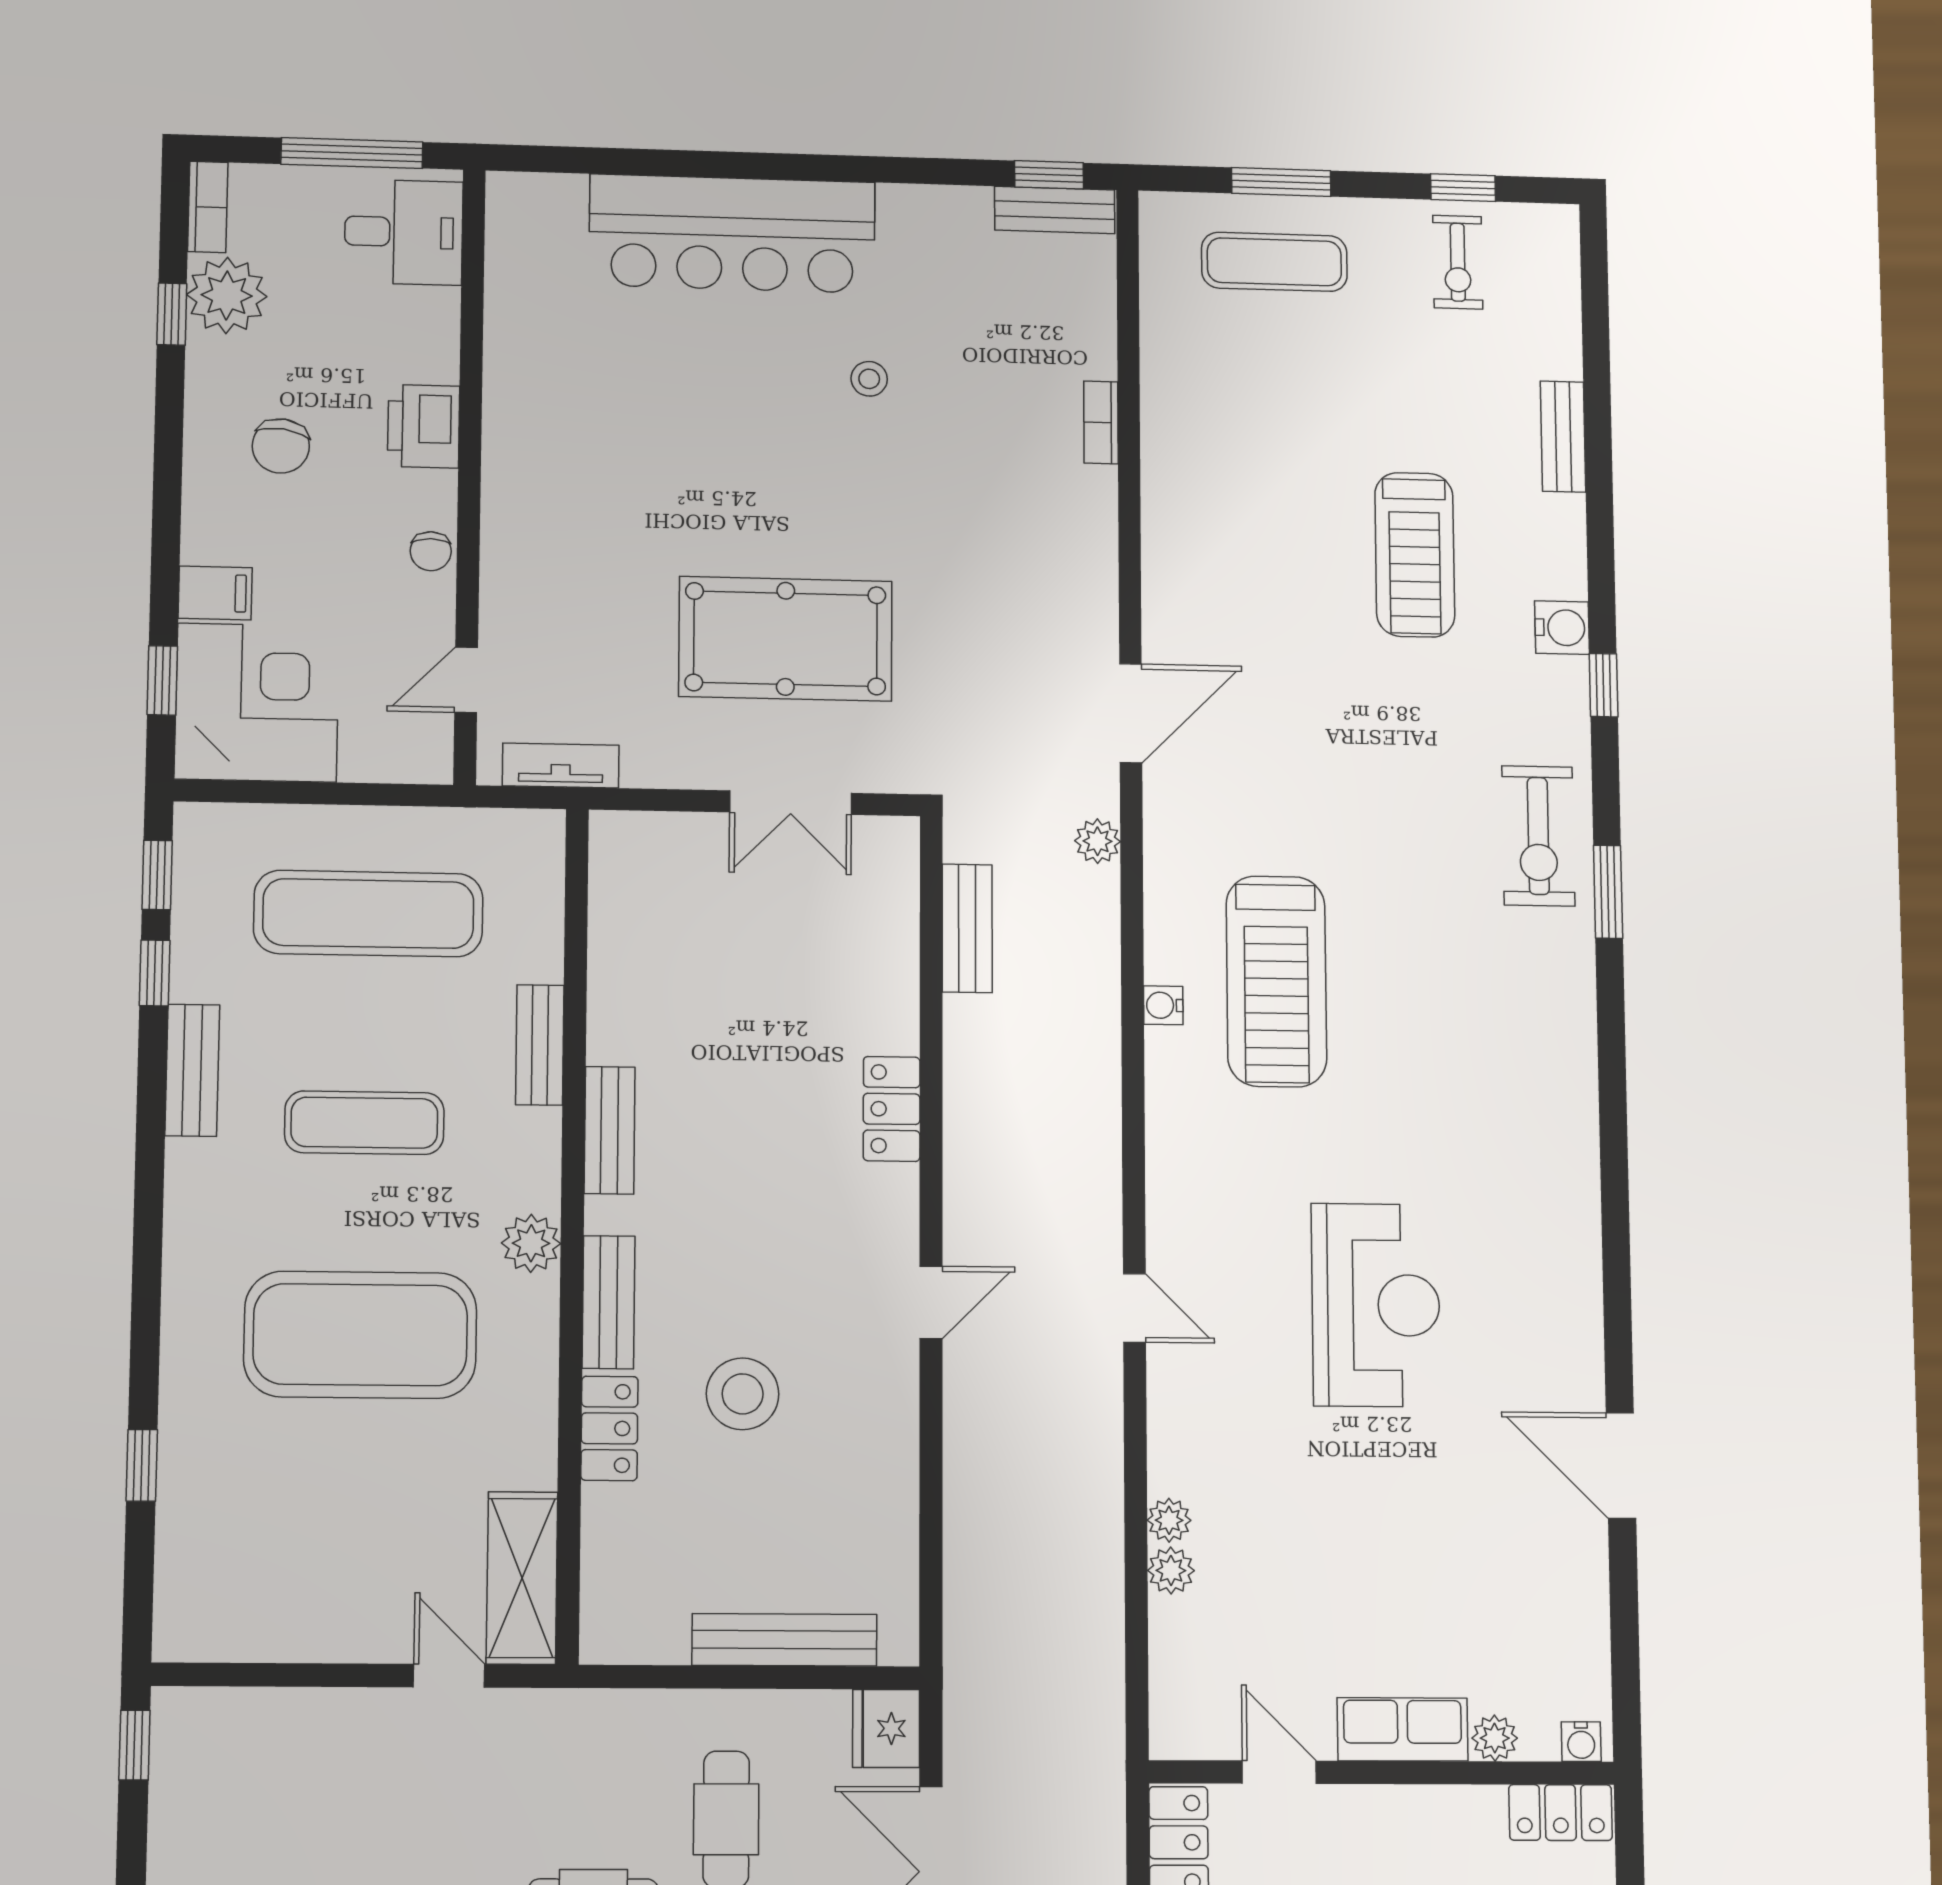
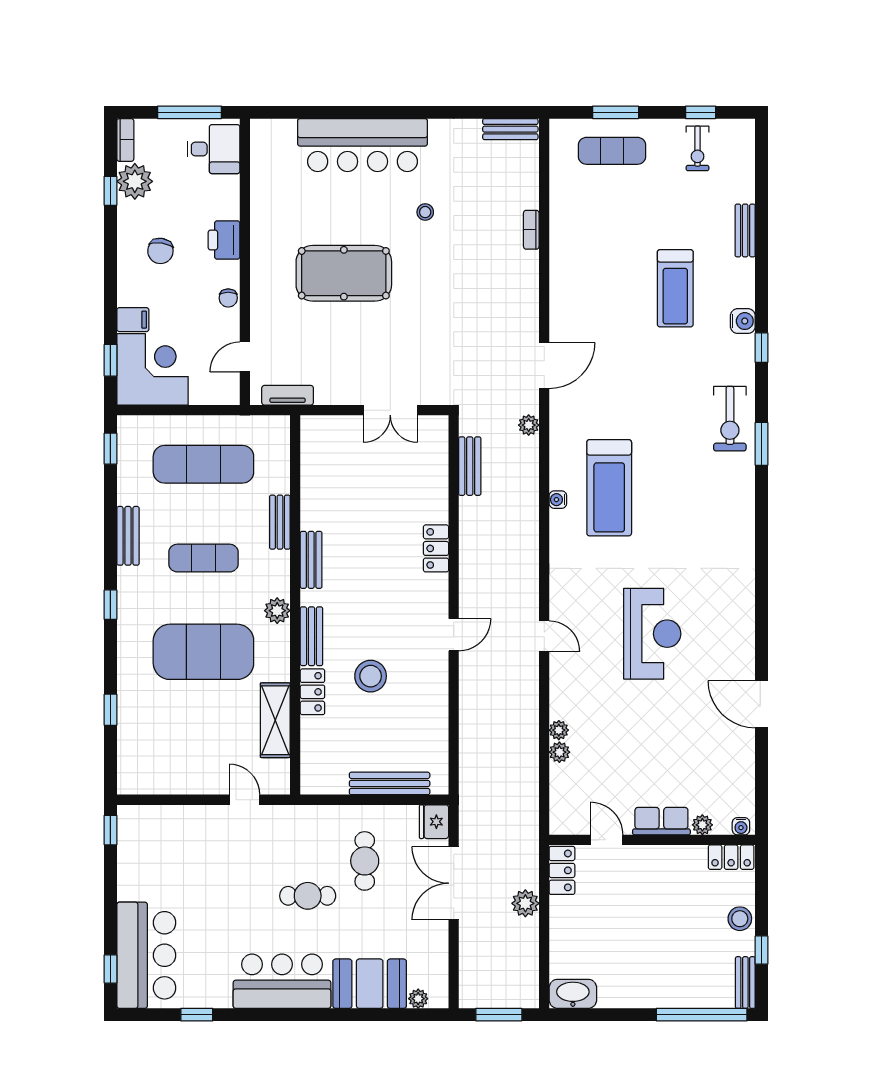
window: (1049, 175) -> (508, 112), removed
pool table: (786, 639) -> (344, 273), moved
window: (155, 973) -> (110, 605), moved
shelving: (522, 1578) -> (275, 720), moved

